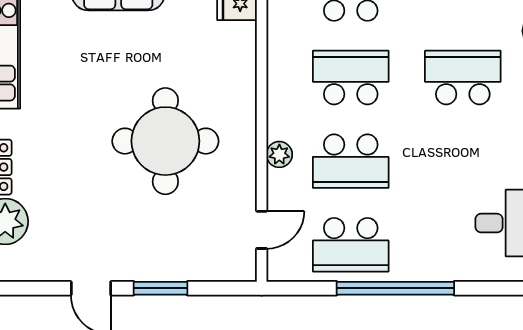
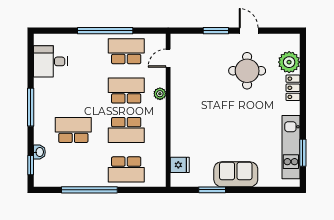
school desk: (463, 78) -> (73, 130), turned 180
round table: (165, 141) -> (247, 71), moved, width x0.73, depth x0.73

